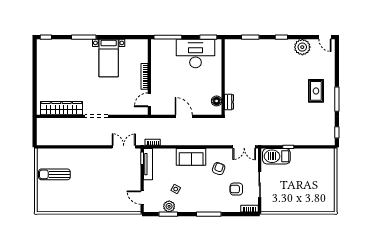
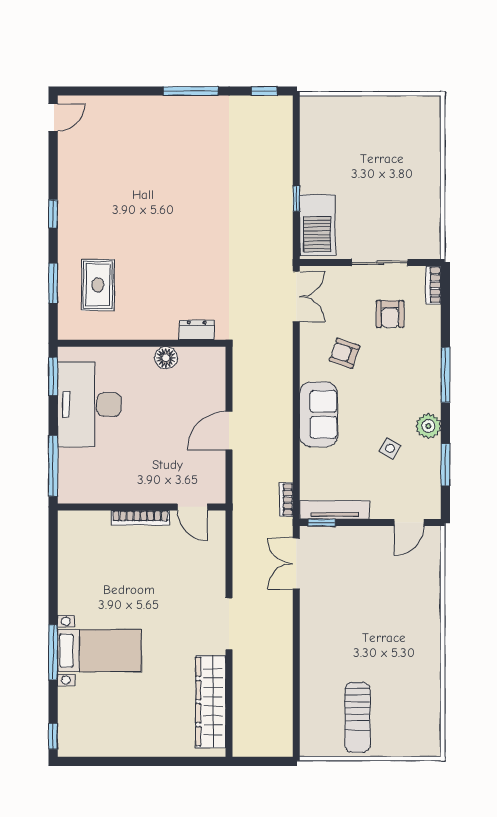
plant: (302, 47) -> (75, 168), removed
bed with nightstands: (109, 58) -> (99, 651), moved
rug: (316, 91) -> (98, 285), moved, turned 90
floor lamp: (217, 101) -> (166, 358), moved
plant: (169, 206) -> (428, 426), moved

